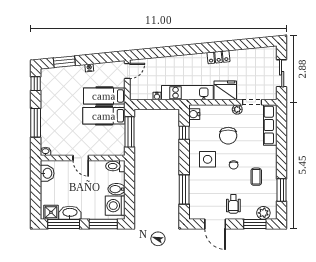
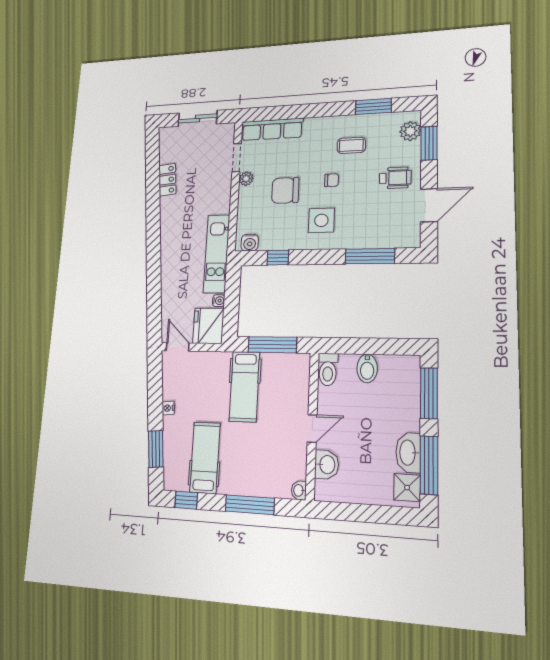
locker: (218, 57) -> (167, 180), moved
fridge: (225, 90) -> (208, 326), moved
hospital bed: (104, 96) -> (205, 458), moved, turned 180
chair: (228, 136) -> (285, 190), turned 180
washbasin: (47, 173) -> (327, 465), moved, turned 90
washing machine: (115, 206) -> (396, 371), removed

